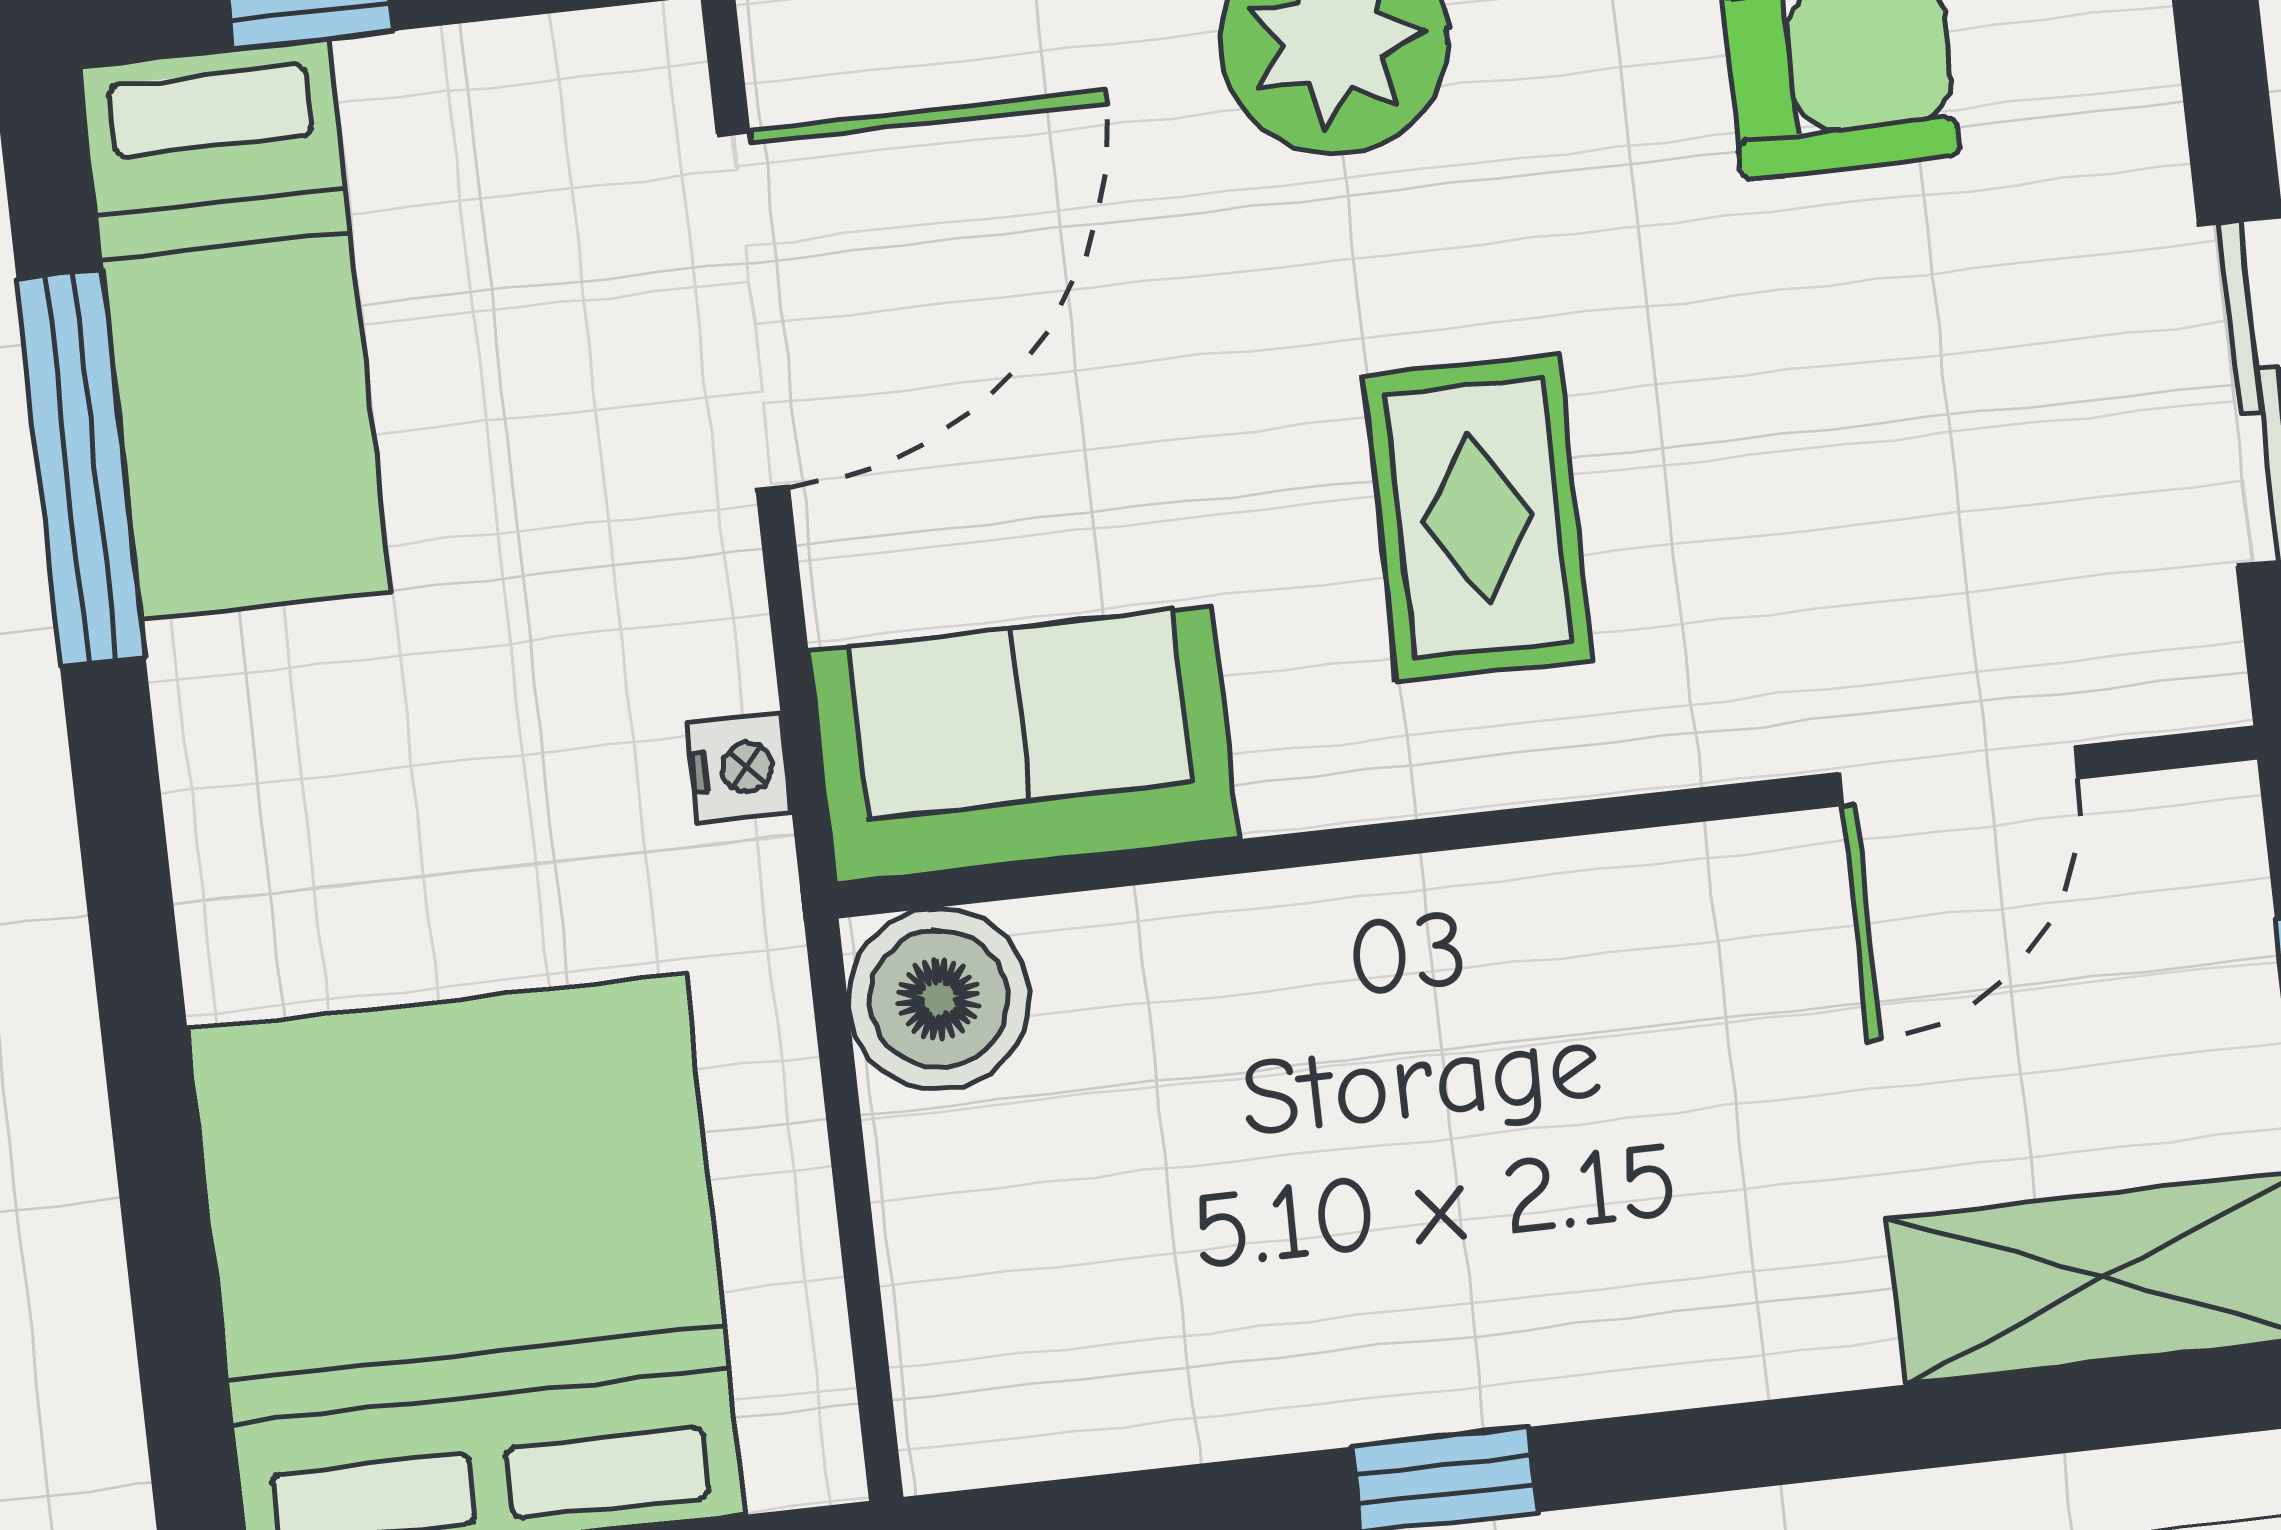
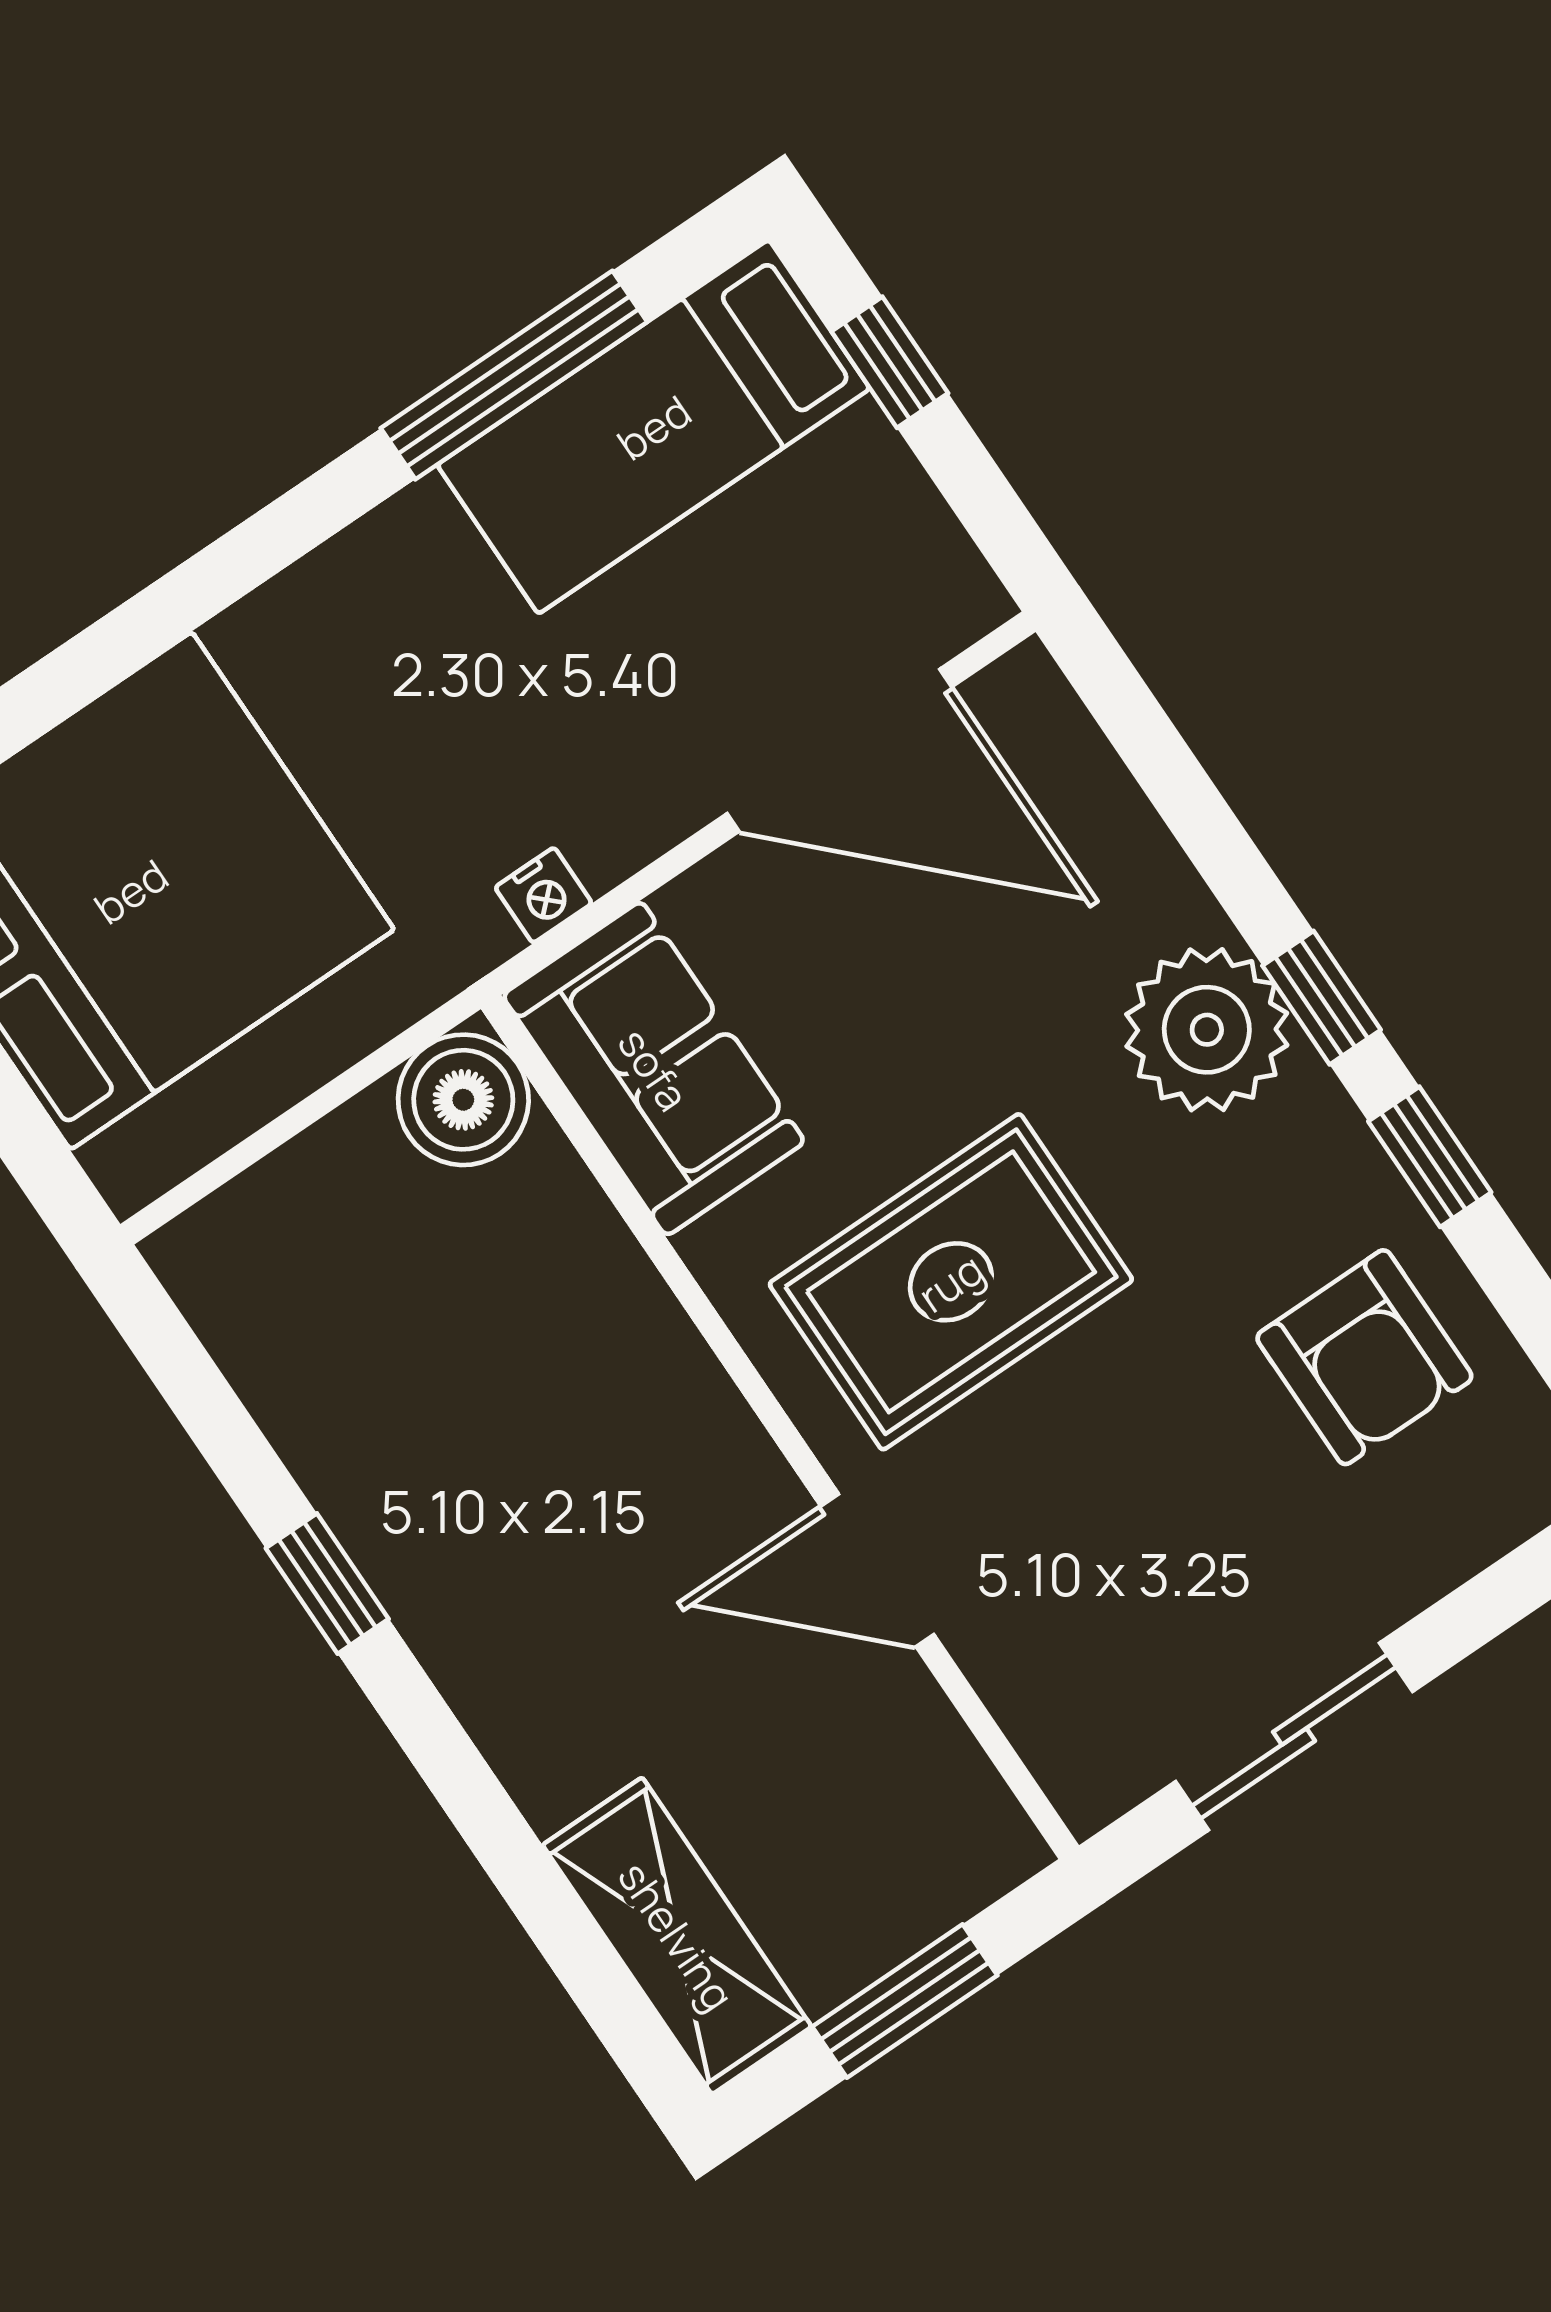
rug: (1478, 518) -> (951, 1282), width x1.36, depth x1.43
door: (1958, 776) -> (877, 1570), moved

